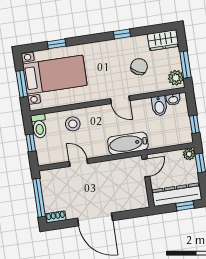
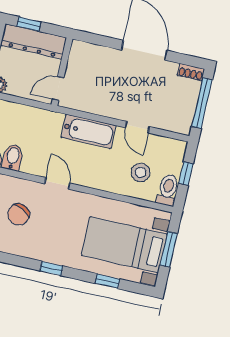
window: (122, 34) -> (51, 268), moved
stool: (73, 124) -> (141, 172), moved
bathtub: (128, 143) -> (88, 131), moved

